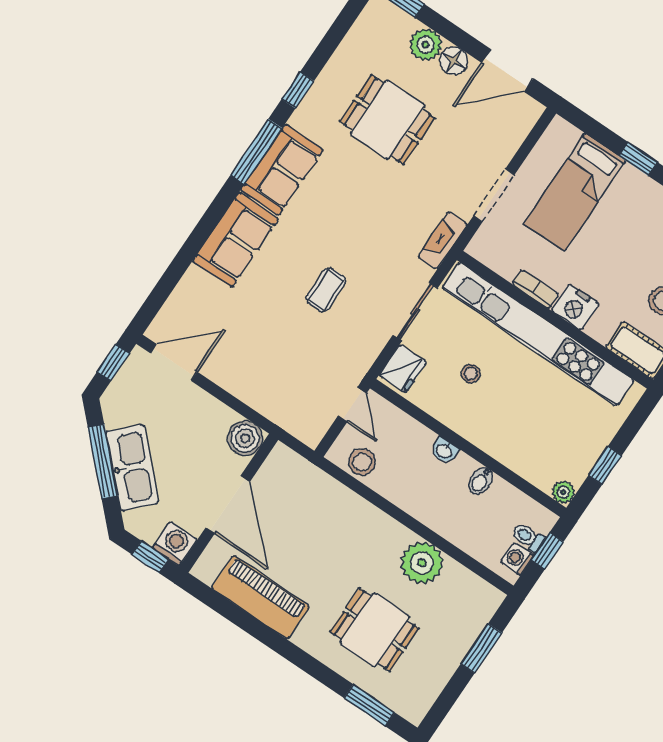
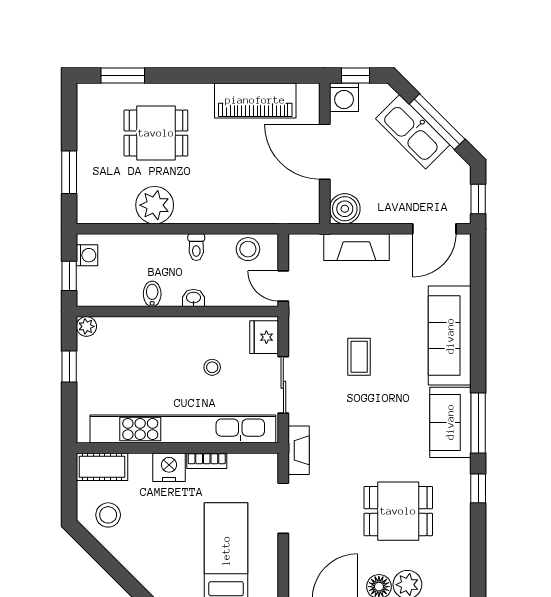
sofa: (236, 240) -> (450, 336), width x1.36
fireplace: (259, 395) -> (356, 247), added
toilet: (528, 537) -> (196, 247), moved, turned 90

